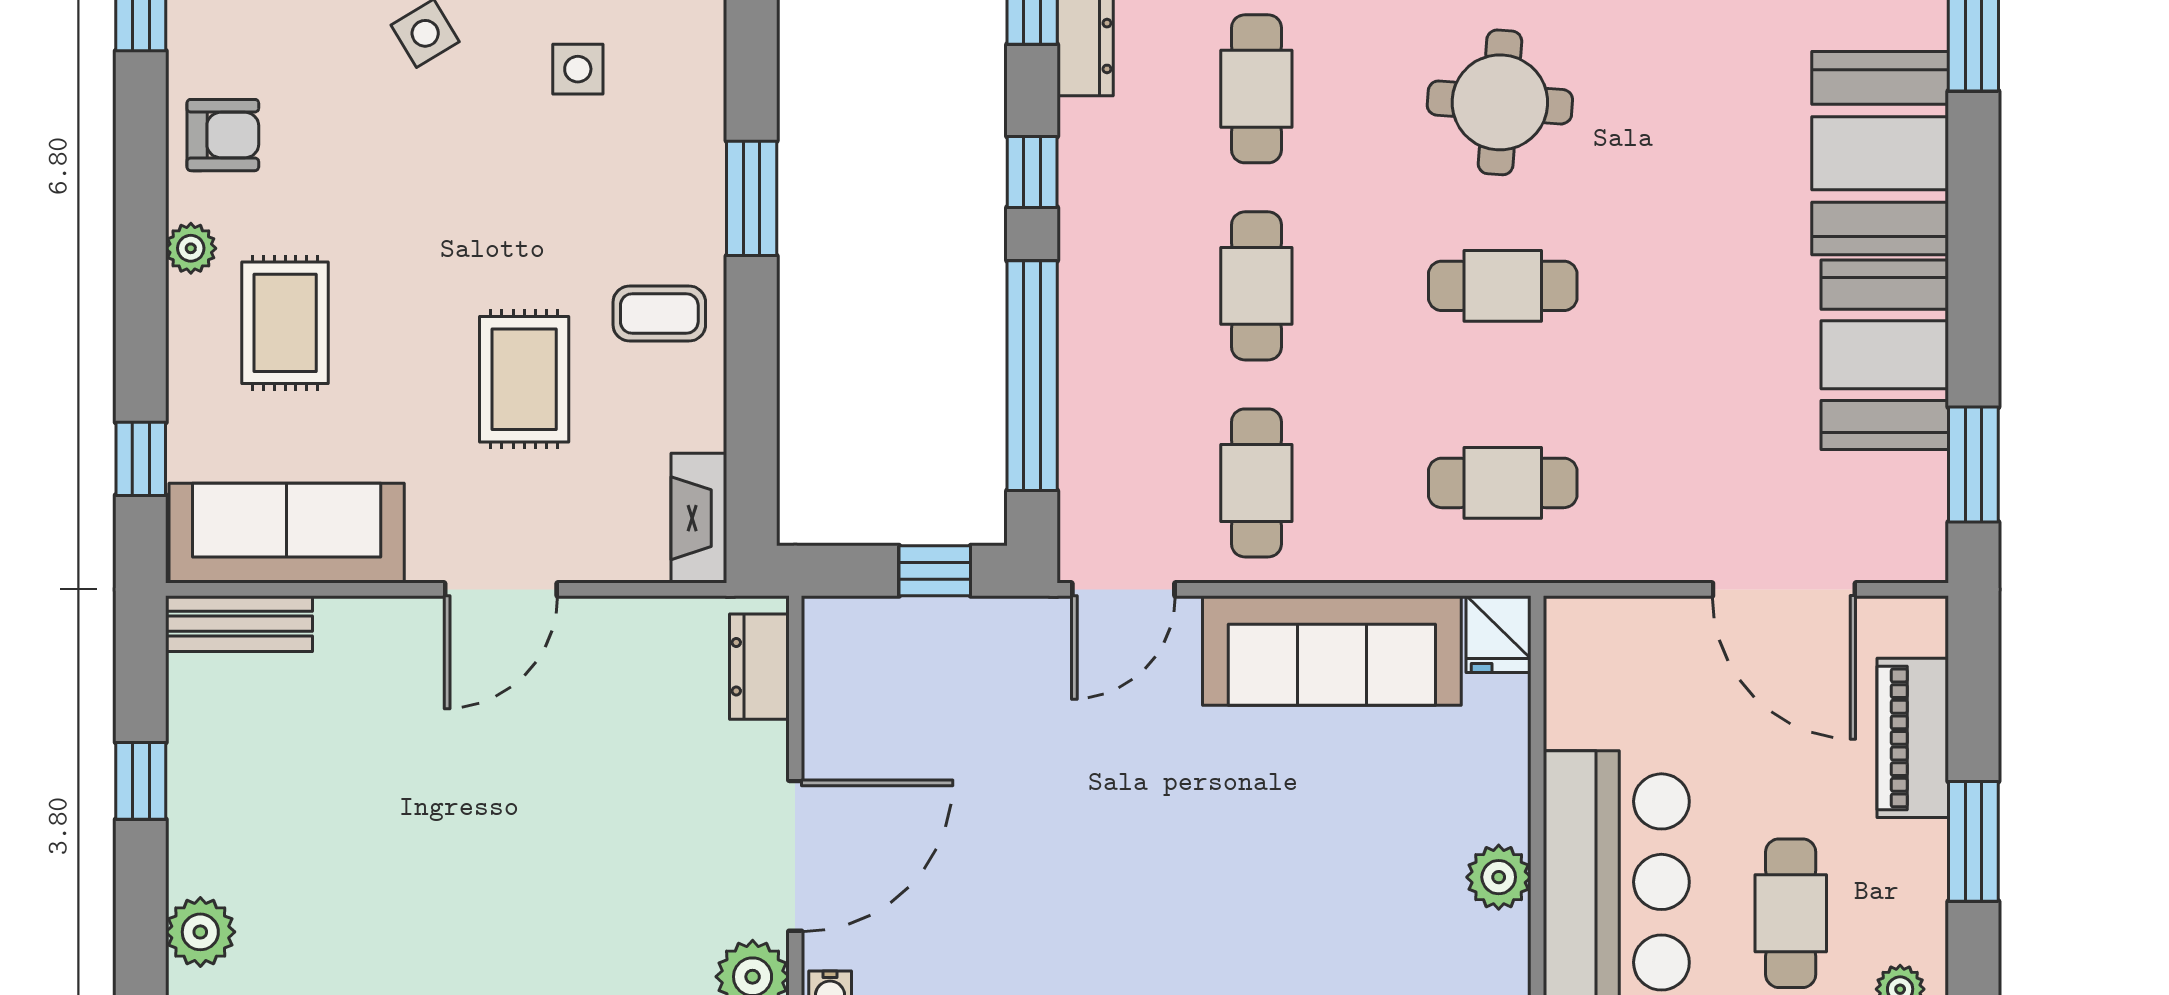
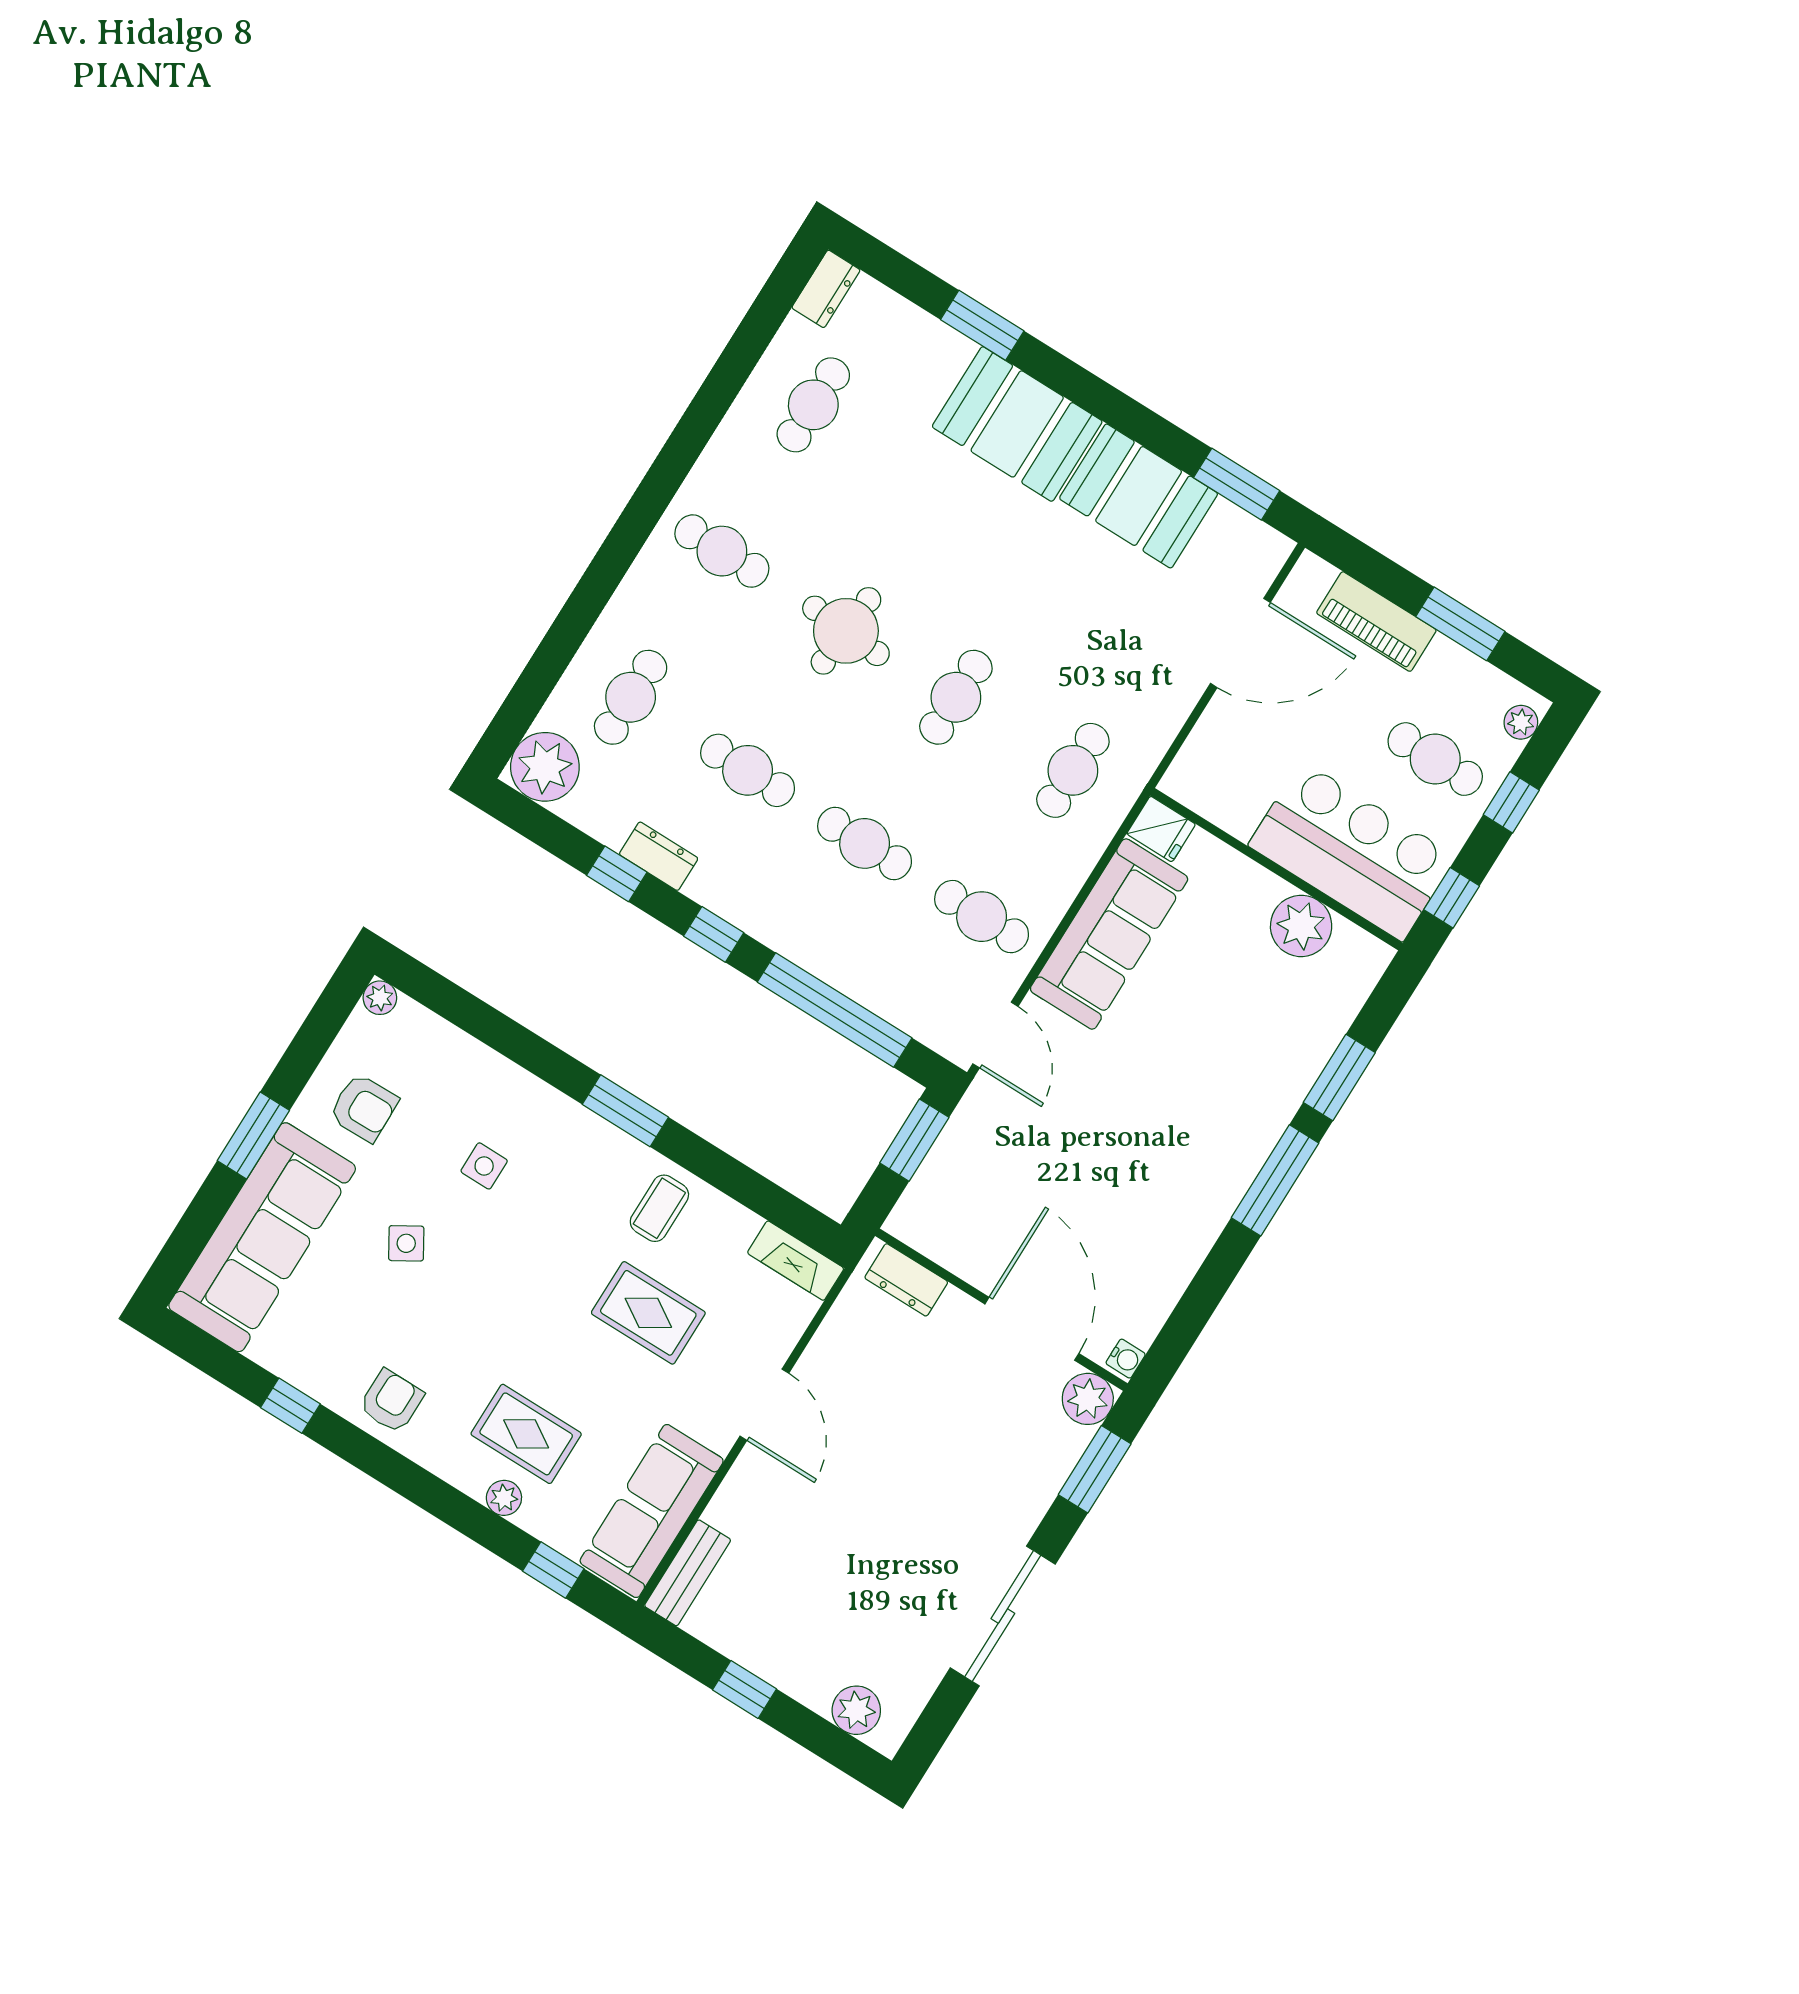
plant: (191, 248) -> (504, 1498), moved
window: (935, 571) -> (914, 1140), width x1.50
plant: (1499, 877) -> (1301, 926), width x1.36, depth x1.36

